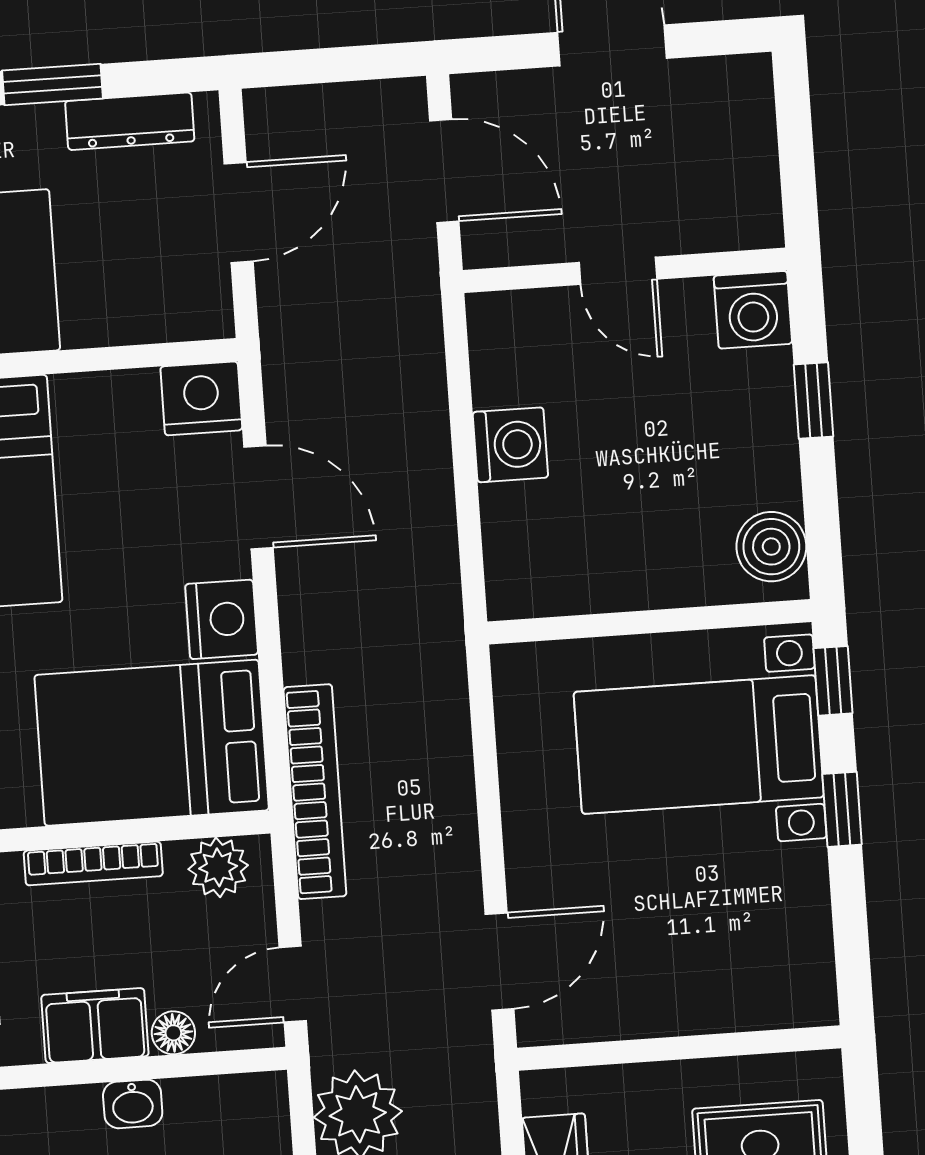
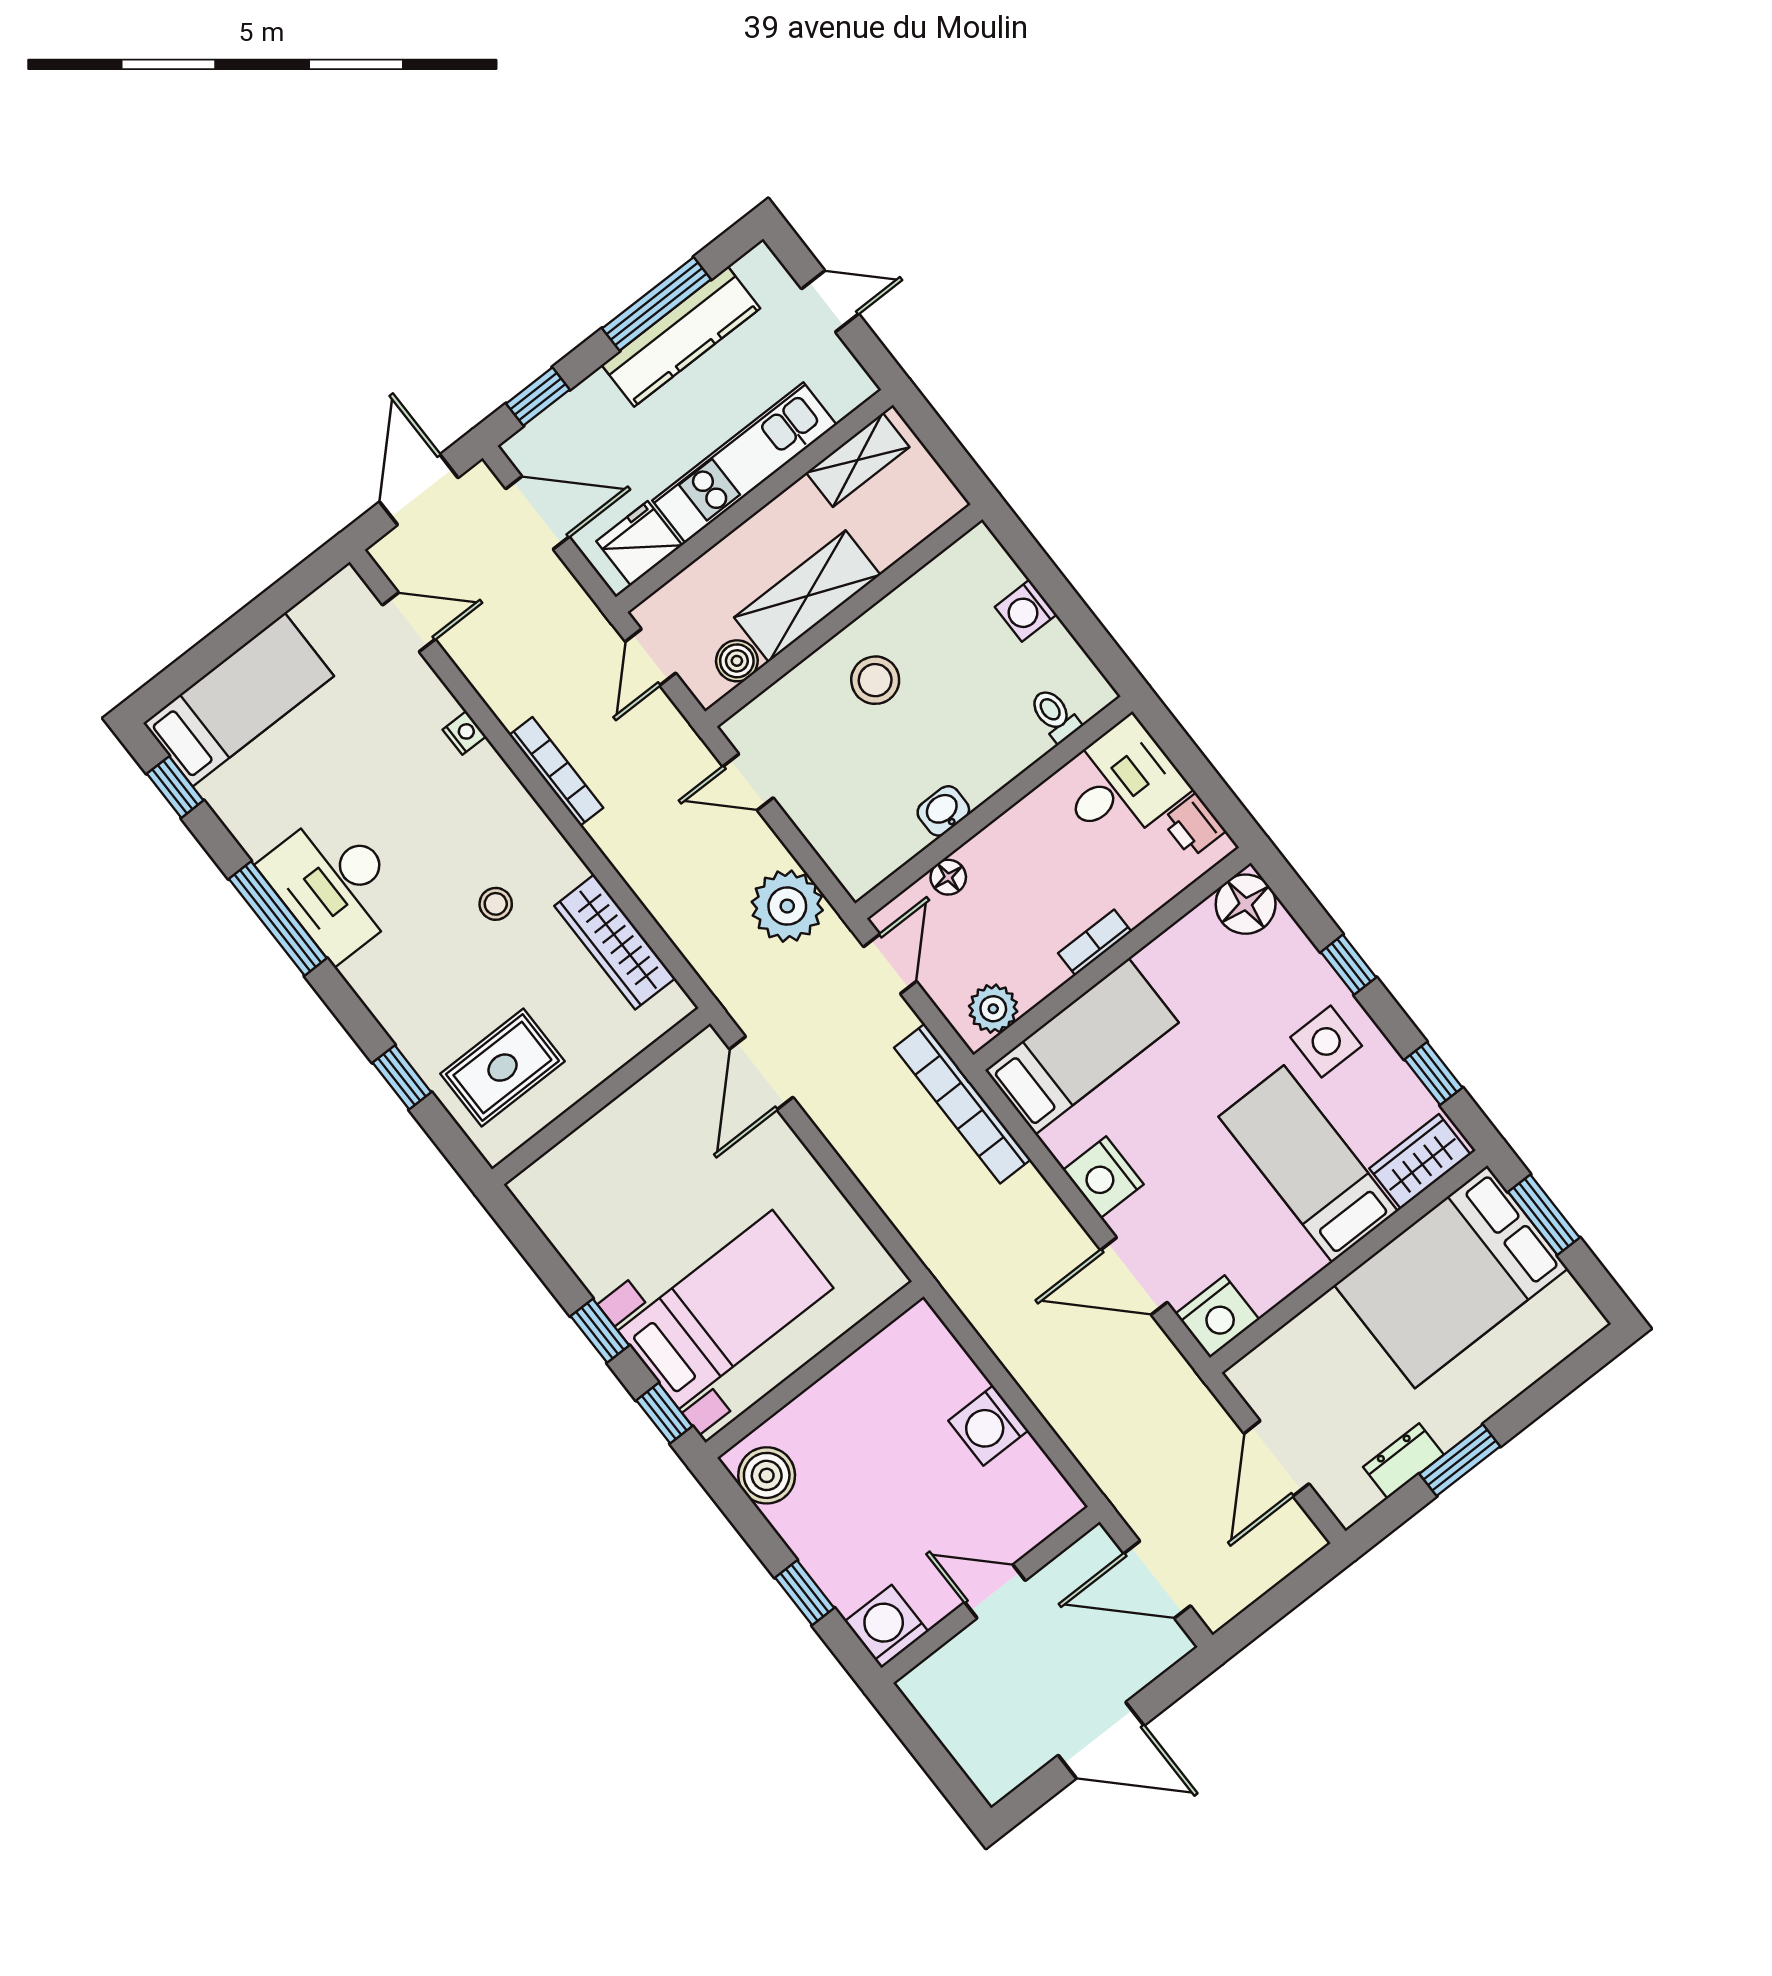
dresser: (130, 121) -> (1403, 1461), width x0.70
bed: (152, 743) -> (1082, 1046), width x0.67
bookcase: (93, 863) -> (1095, 942), width x0.64
filing cabinet: (95, 1026) -> (1004, 846), removed

